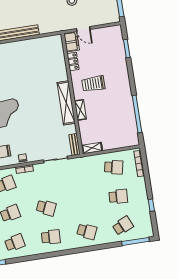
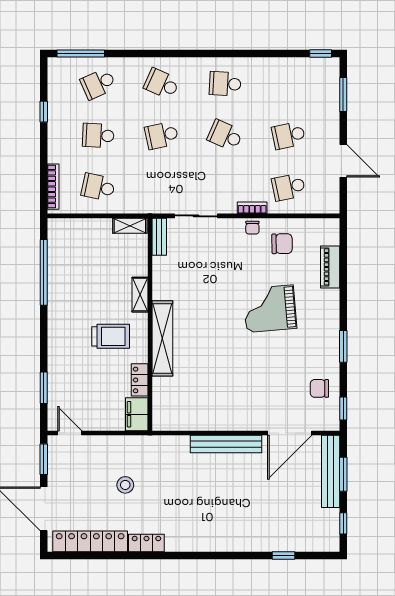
door: (83, 29) -> (70, 433), moved
shelving: (66, 103) -> (162, 338), moved
school desk: (15, 243) -> (162, 135), moved

